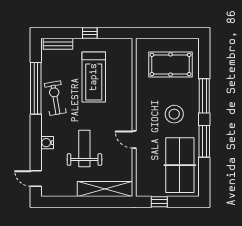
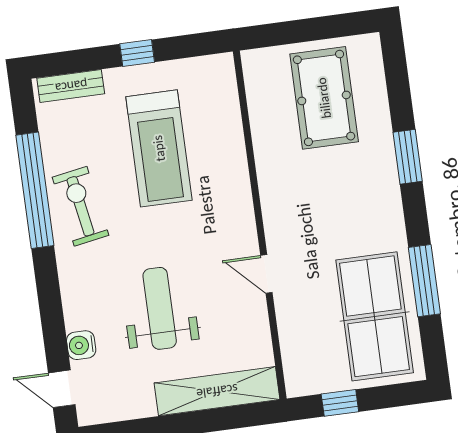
pool table: (171, 64) -> (324, 98), turned 90
window: (204, 96) -> (408, 157), width x0.69
stool: (174, 114) -> (347, 206), removed
window: (204, 141) -> (424, 281), moved
water cooler: (47, 143) -> (81, 345), moved

